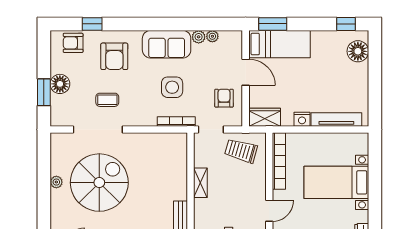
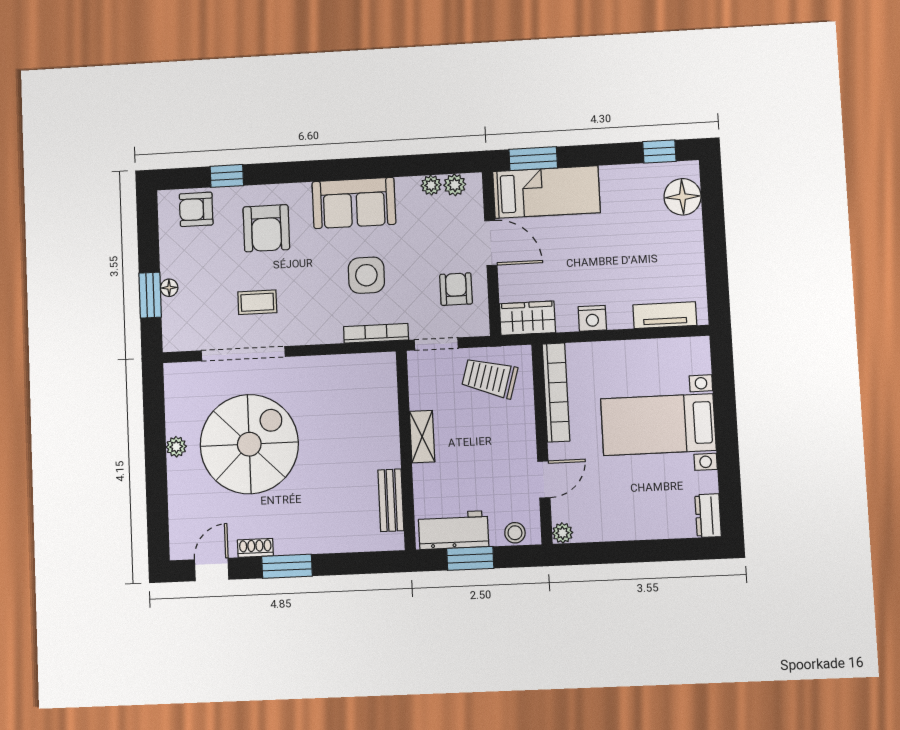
plant: (199, 37) -> (455, 185), moved
floor lamp: (60, 84) -> (169, 288), width x0.53, depth x0.53
tv unit: (336, 120) -> (665, 315), width x0.71

